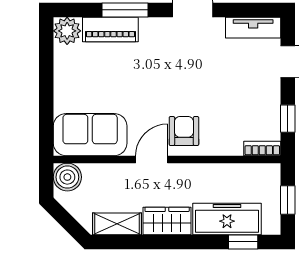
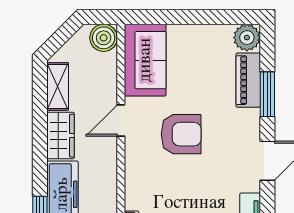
armchair: (184, 131) -> (181, 134), moved, width x1.38, depth x1.38
door: (152, 159) -> (121, 120), swing flipped

